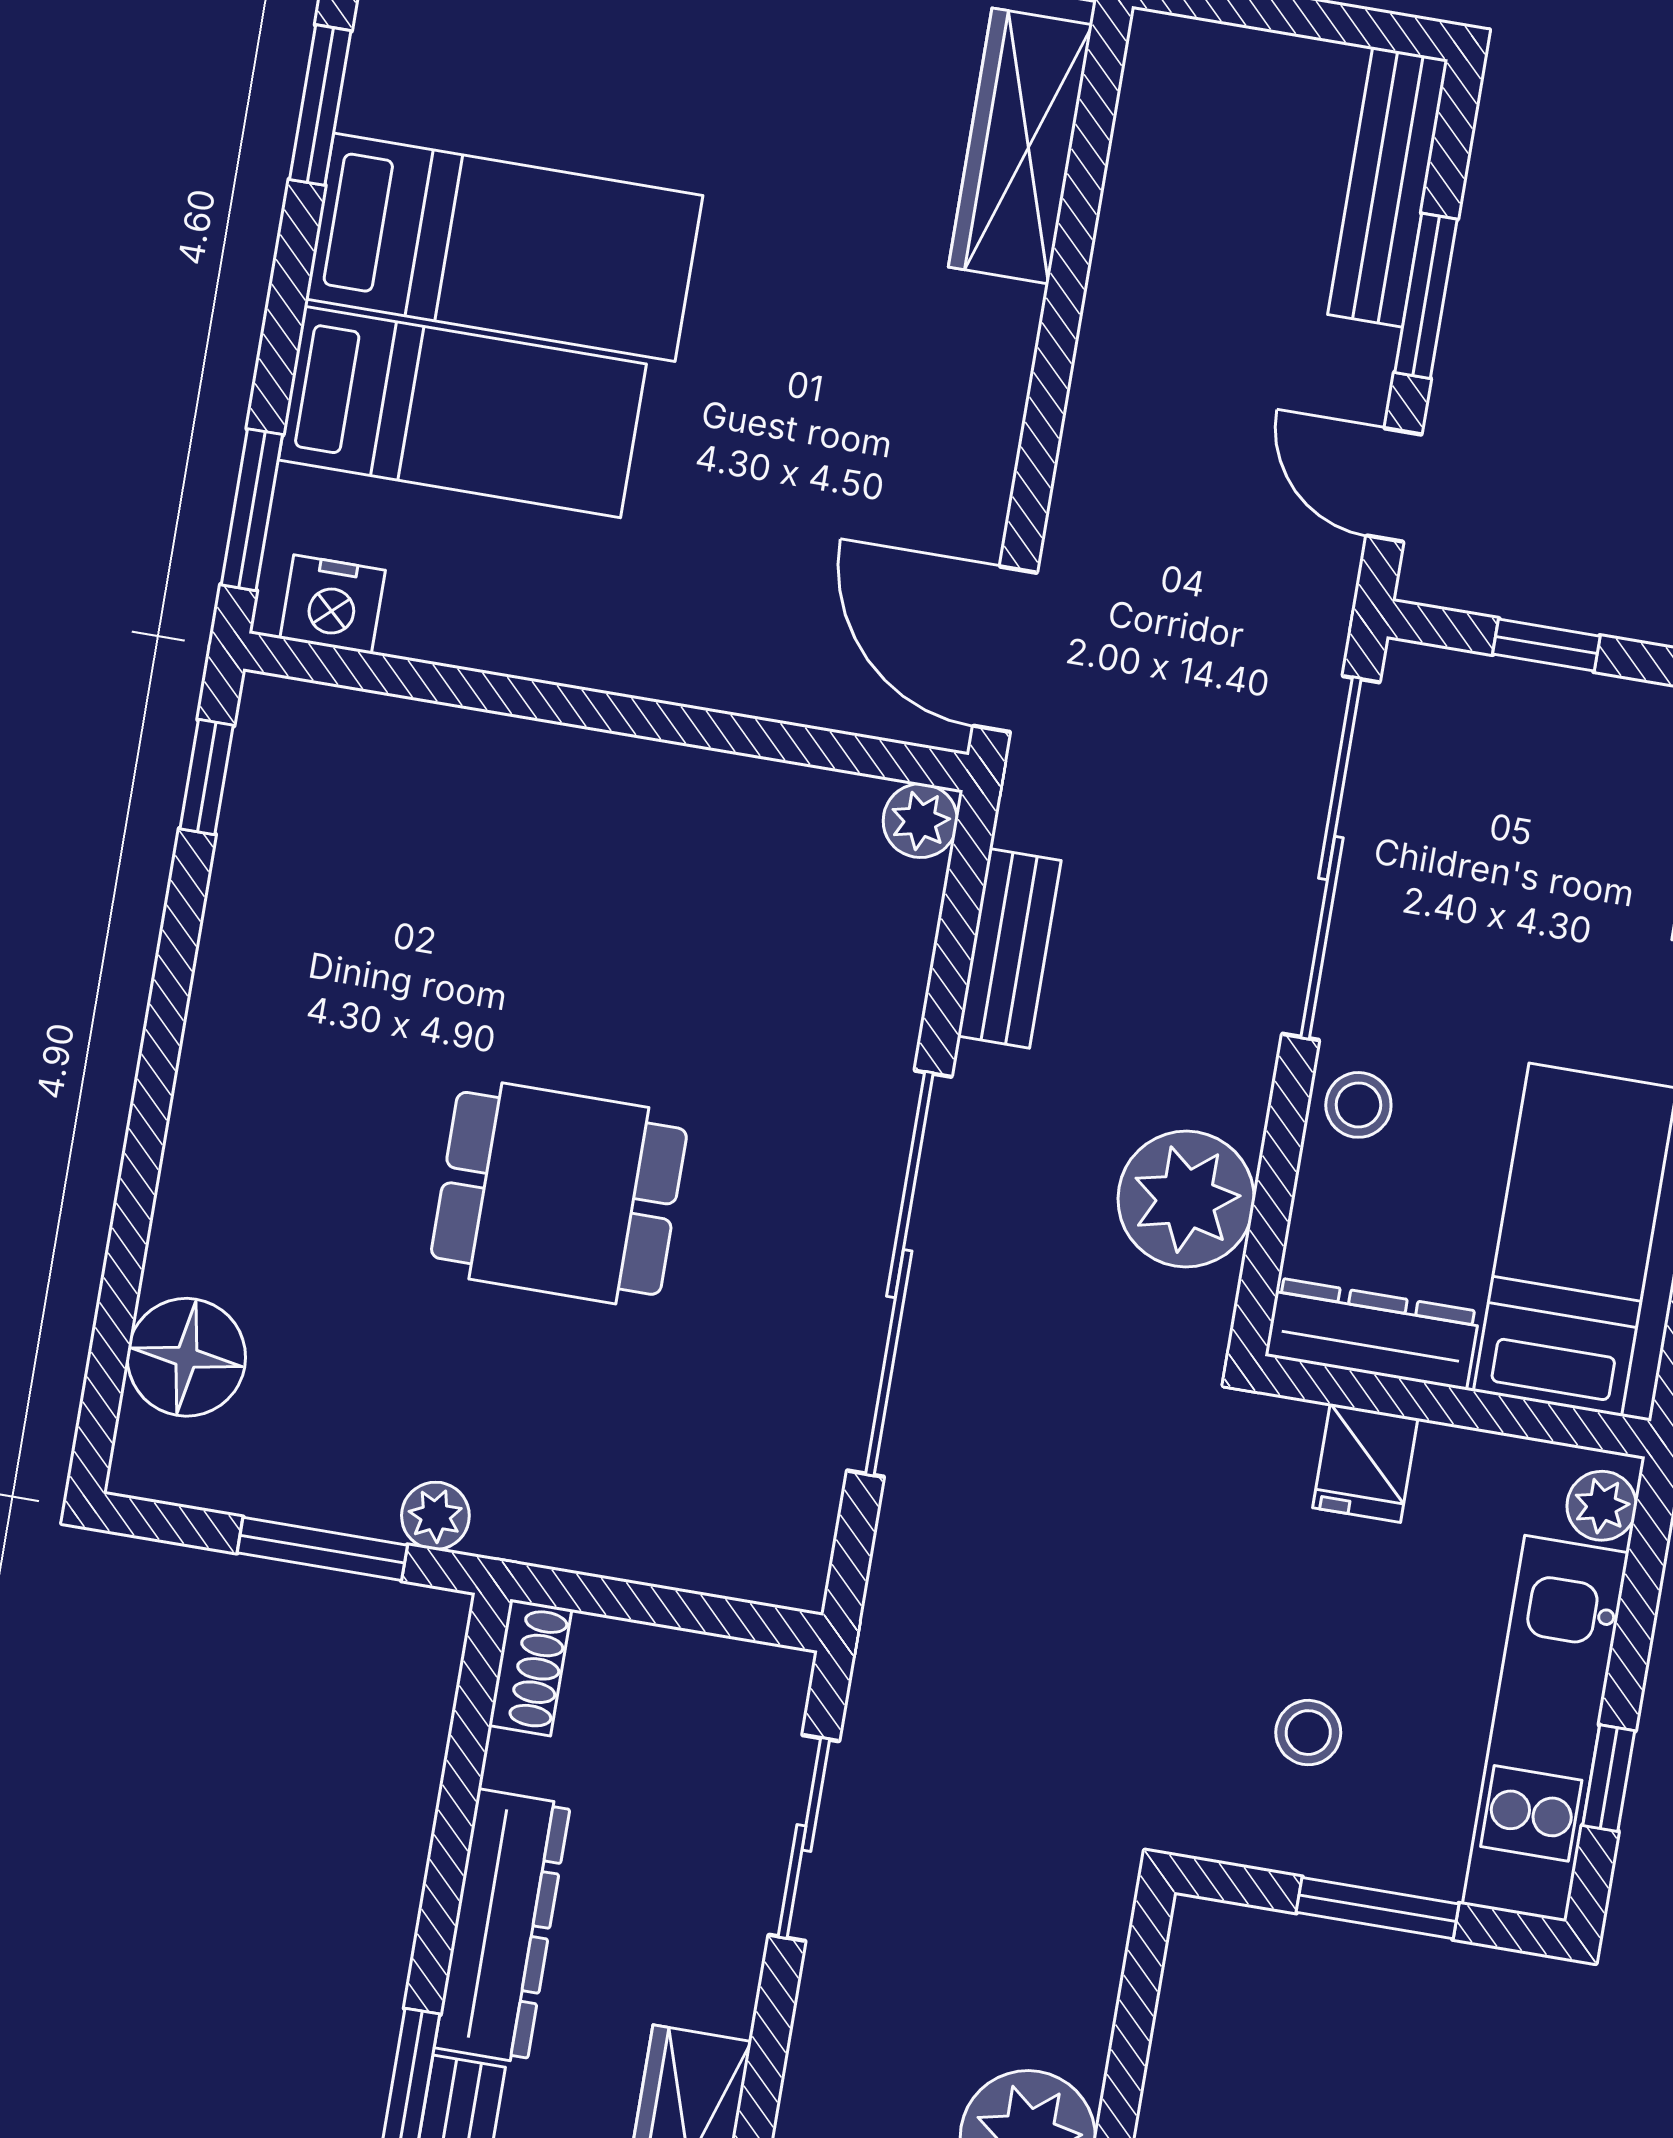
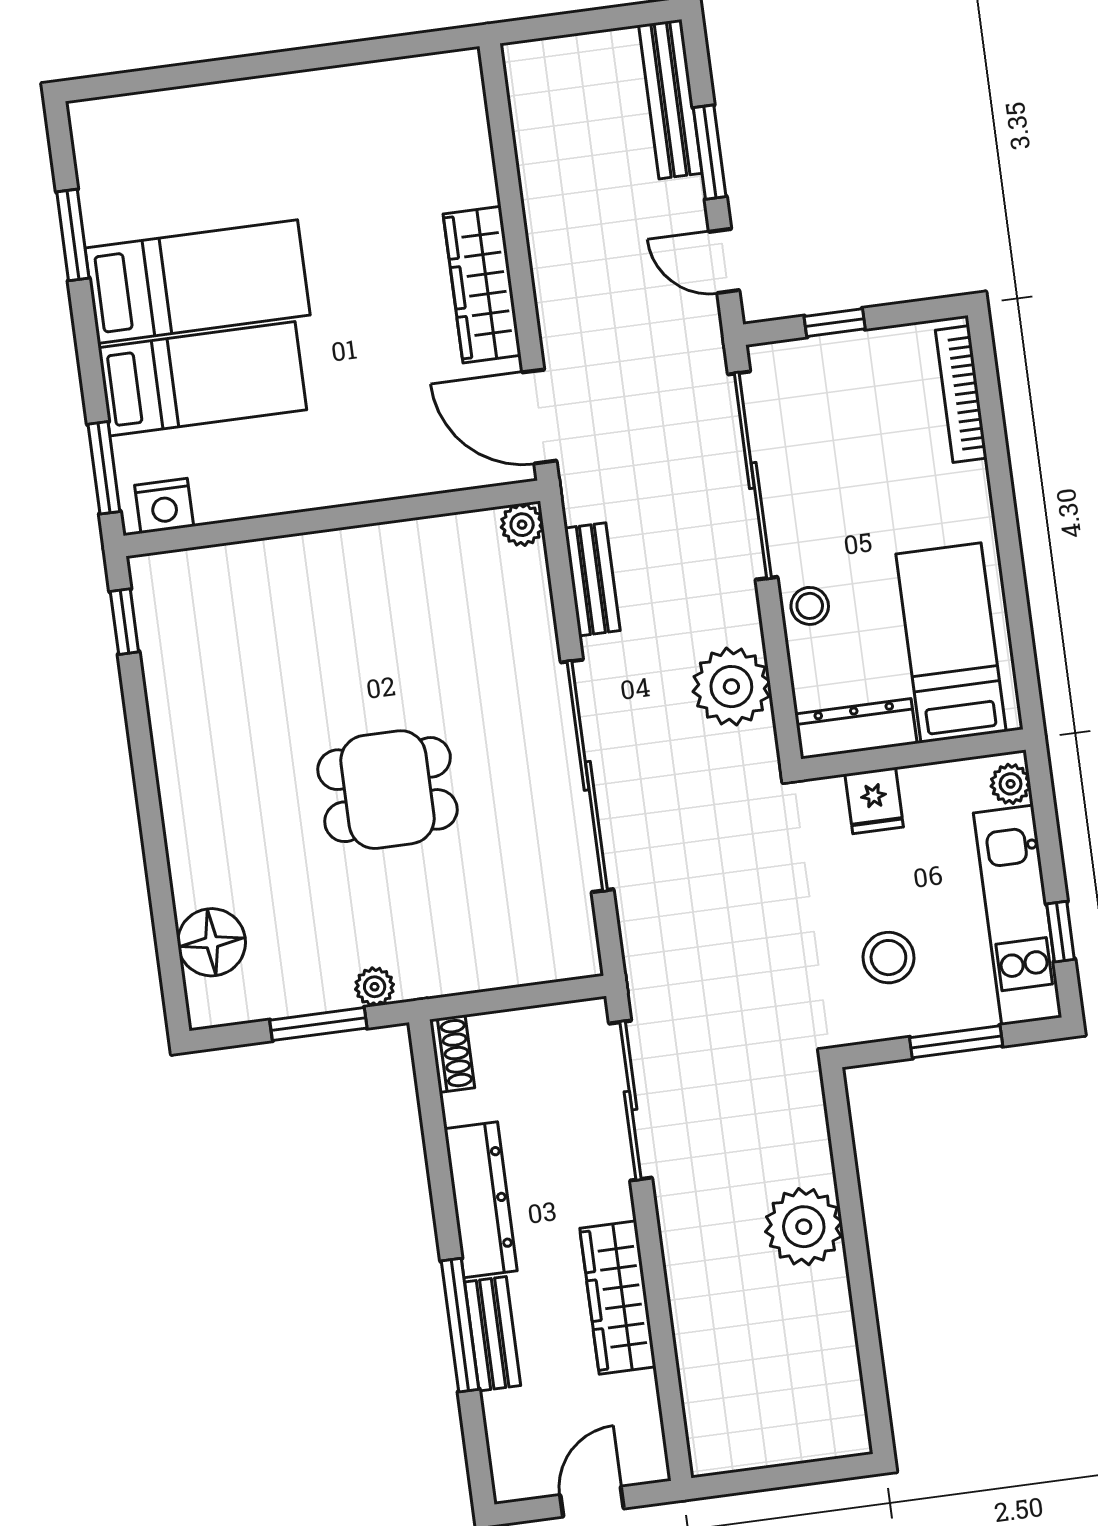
wardrobe: (1020, 146) -> (482, 285), moved
stool: (1308, 1733) -> (888, 958), width x1.37, depth x1.37
sliding door: (804, 1838) -> (631, 1101), width x1.37

